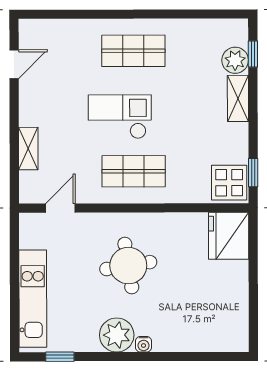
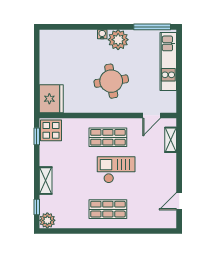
plant: (235, 60) -> (47, 220), moved
checkout: (120, 117) -> (116, 170), turned 180
shelving: (28, 149) -> (171, 140), moved
window: (60, 357) -> (152, 27), width x2.17

